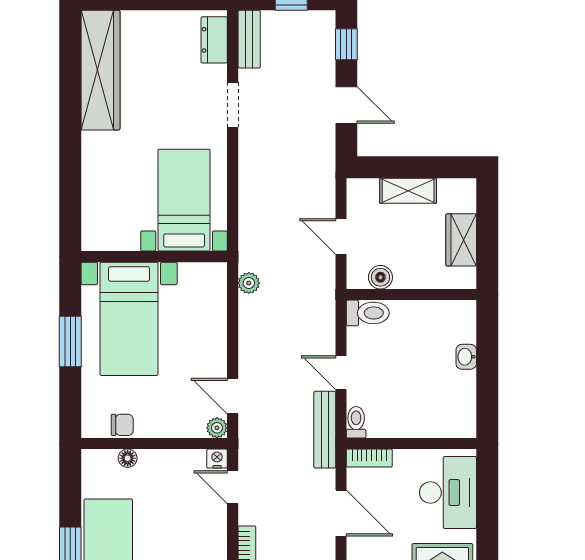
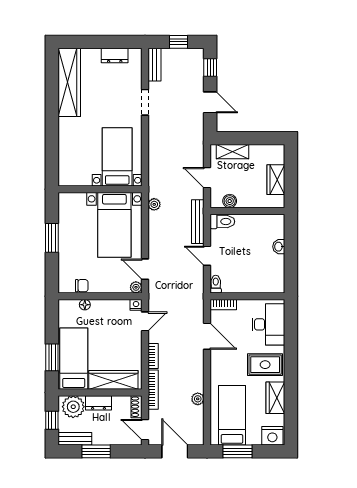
dresser: (214, 40) -> (115, 56), moved, turned -90
shelving: (408, 191) -> (233, 152), moved
bed with nightstands: (129, 319) -> (114, 225), moved
bench: (325, 430) -> (198, 222), moved
door: (233, 487) -> (145, 321), swing flipped

